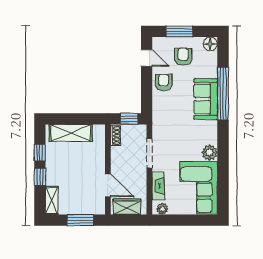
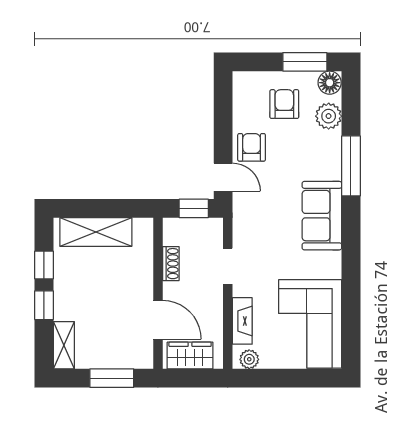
window: (180, 31) -> (305, 62), moved
door: (147, 58) -> (223, 177), moved
window: (223, 94) -> (351, 166), width x0.68
sofa: (206, 99) -> (322, 216), moved
shoe rack: (115, 136) -> (171, 264), moved
plant: (210, 152) -> (329, 116), moved
doorway: (149, 153) -> (228, 266), width x0.73

